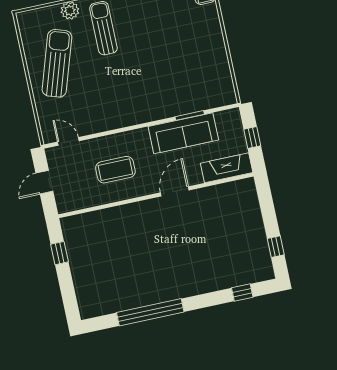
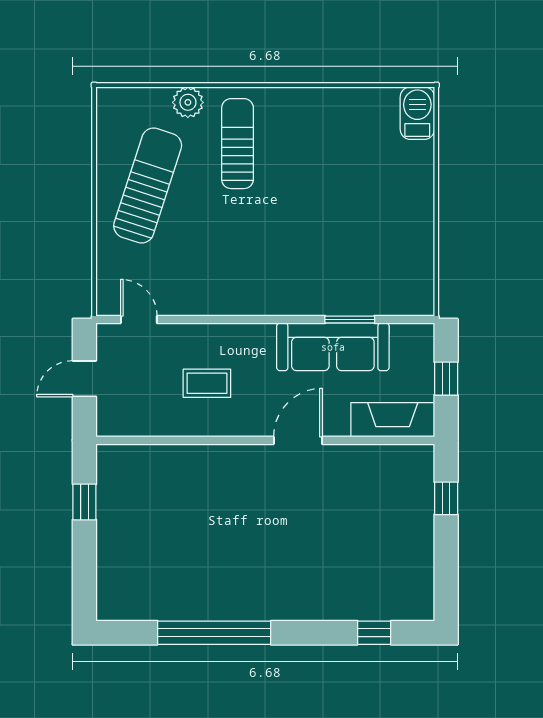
coffee table: (115, 170) -> (207, 383), width x0.73, depth x0.77
window: (276, 247) -> (446, 498), moved

